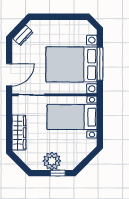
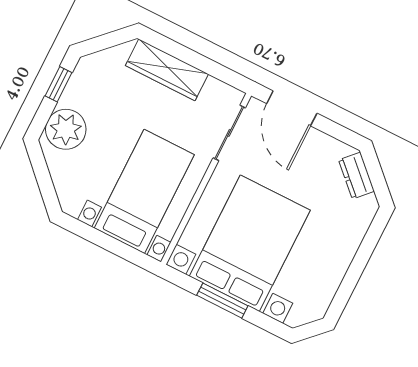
window: (100, 64) -> (222, 301), width x0.69
plant: (52, 161) -> (66, 129), moved
window: (58, 173) -> (58, 84), moved

